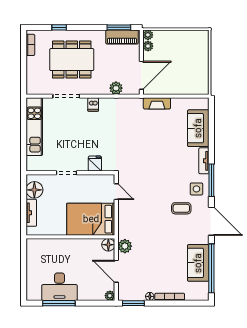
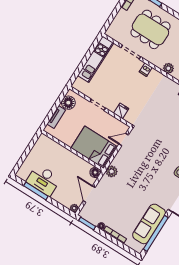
door: (116, 192) -> (124, 139), swing flipped
coffee table: (181, 208) -> (161, 179), removed
plant: (125, 246) -> (112, 171), moved
sofa: (198, 263) -> (149, 224), width x1.36

